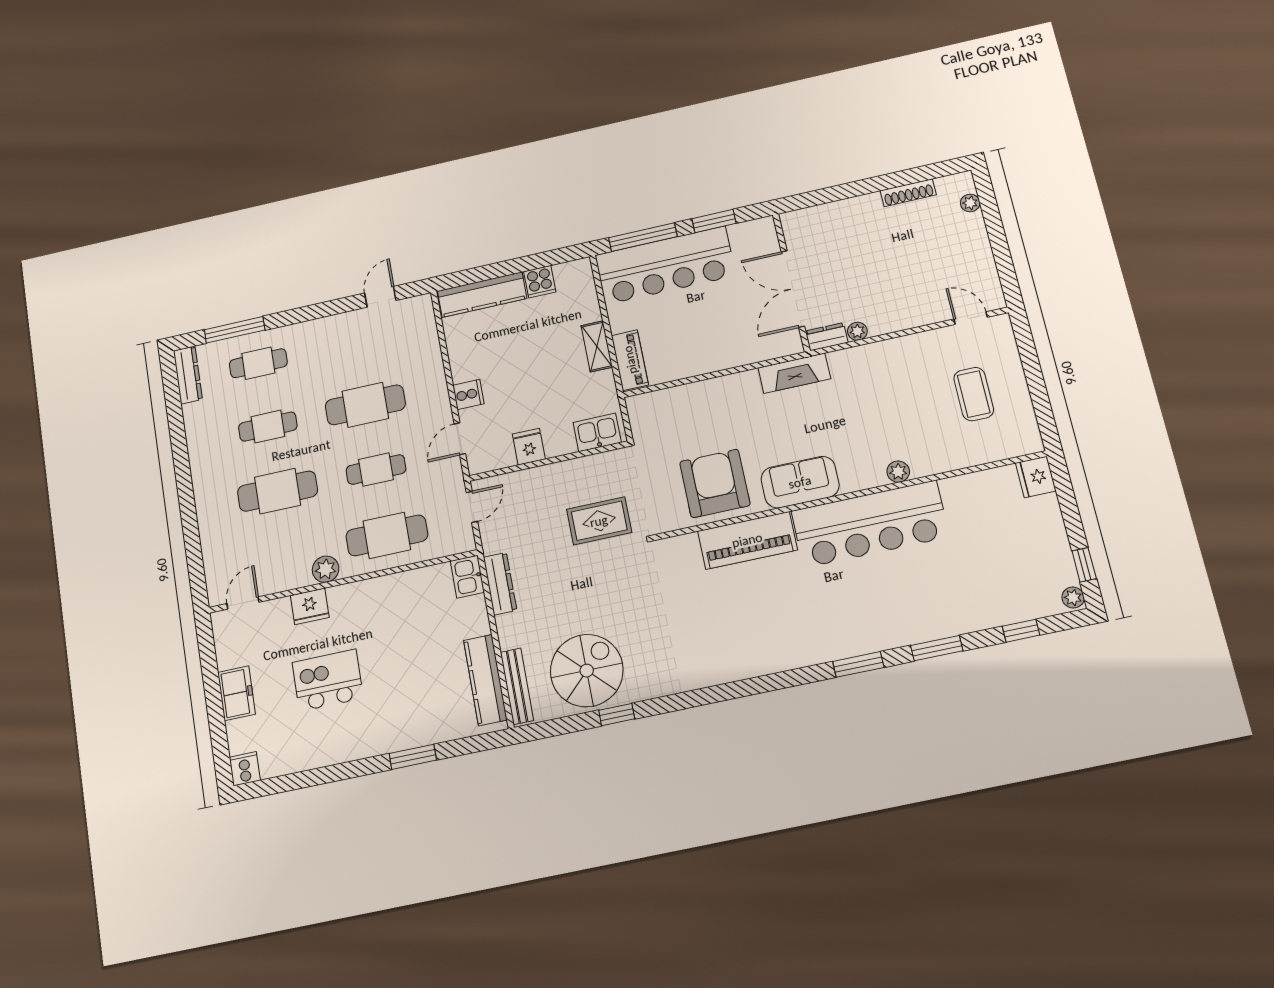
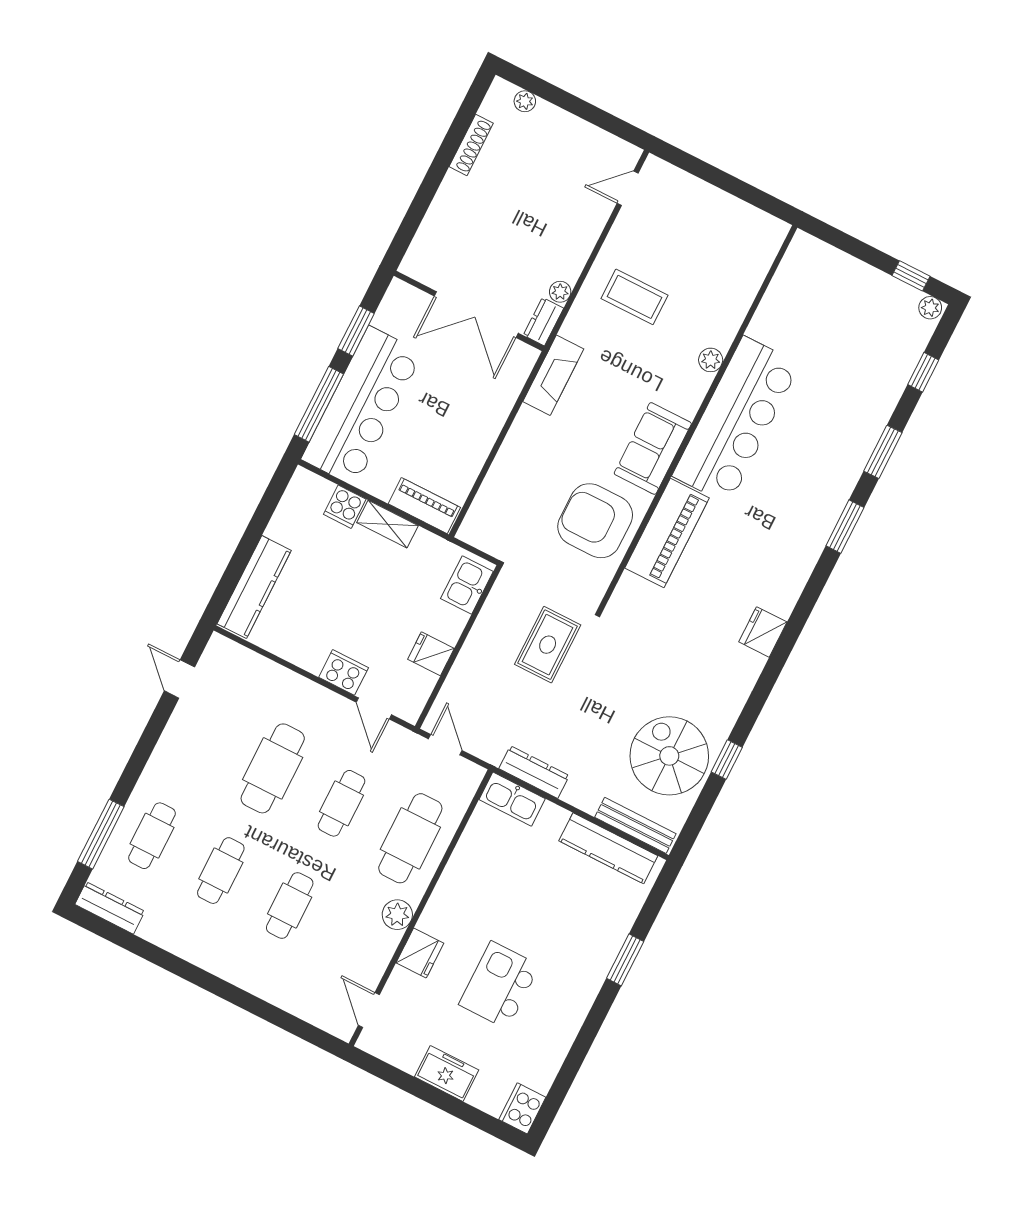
cooker: (540, 282) -> (345, 507), moved, turned 90
cooker: (468, 394) -> (344, 672), width x1.36
coffee table: (974, 394) -> (634, 297), moved
fridge: (1036, 477) -> (763, 632), moved, turned 90
cafe table: (277, 491) -> (290, 906), width x0.73, depth x0.74
kitchen sink: (467, 577) -> (512, 799), width x1.38
cooker: (245, 769) -> (522, 1108), width x1.36

